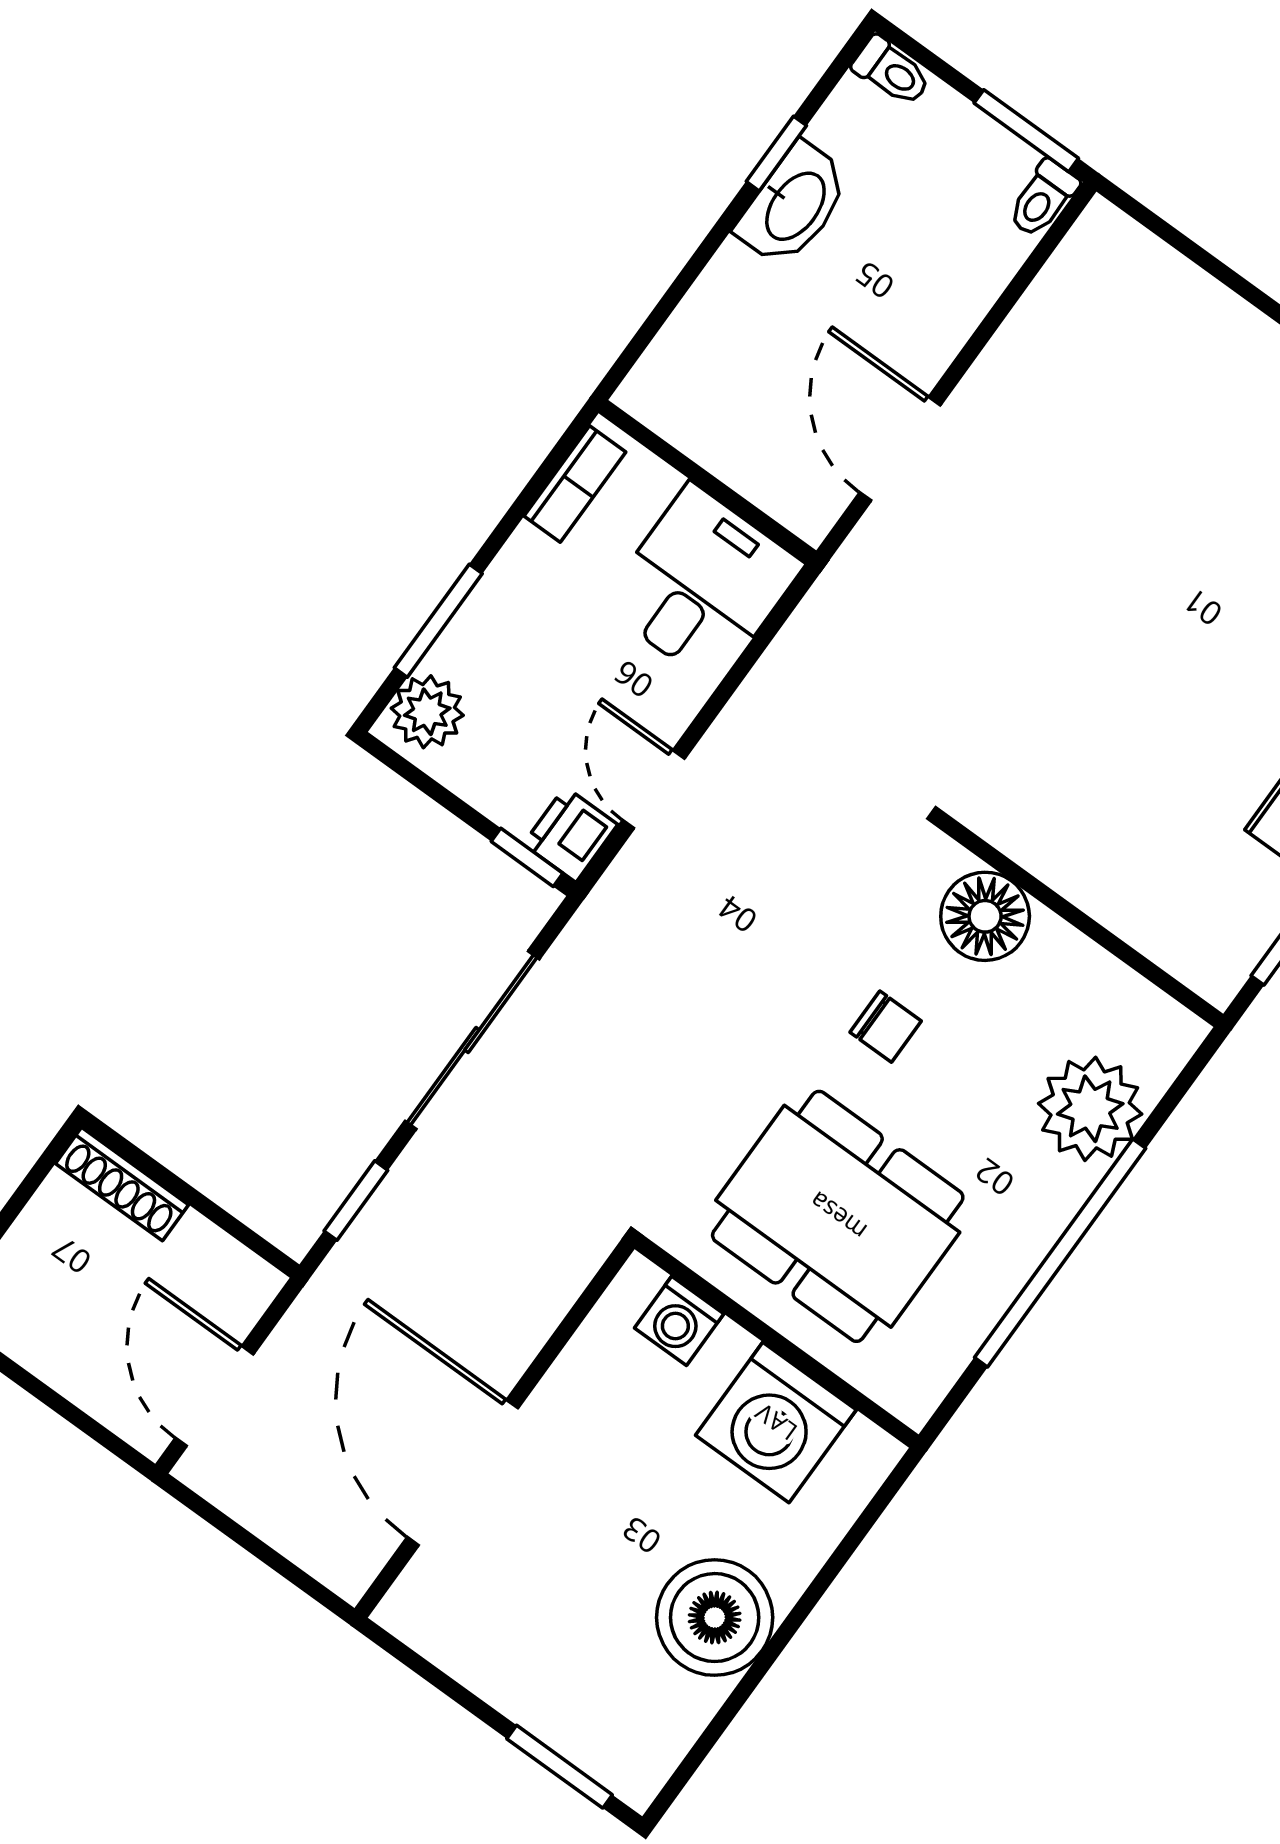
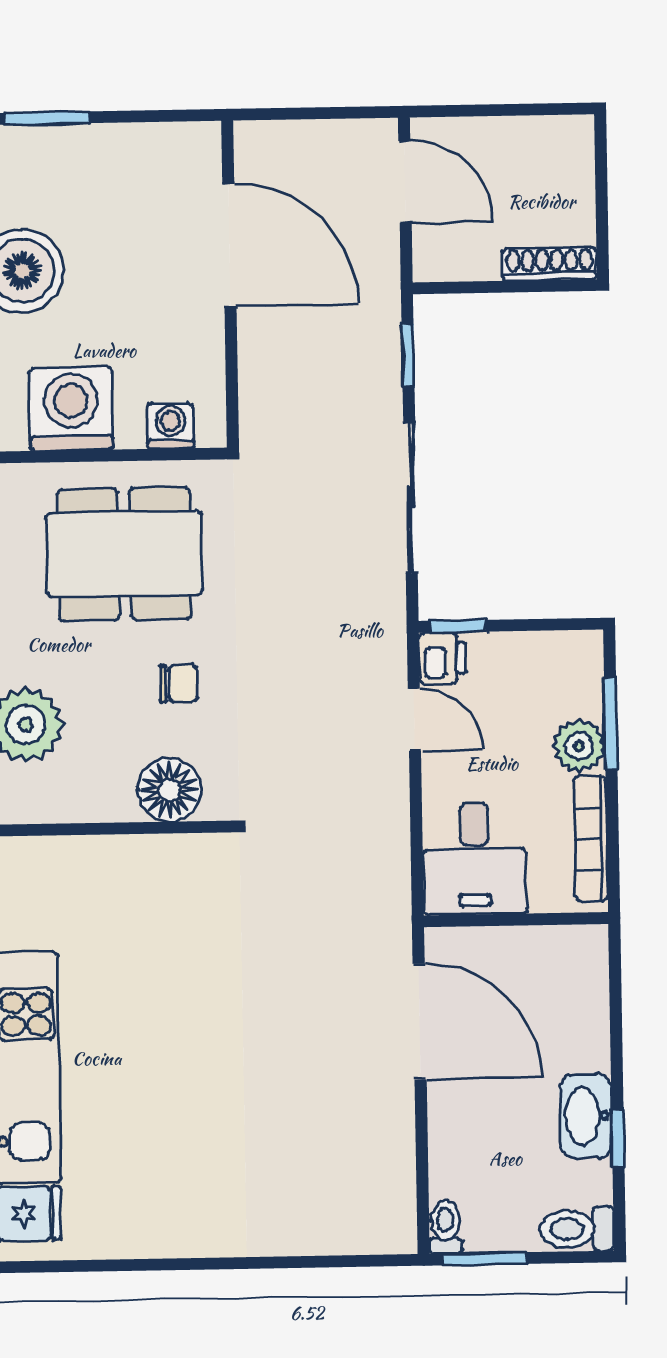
toilet: (892, 71) -> (577, 1229), width x1.37, depth x1.39
door: (900, 449) -> (420, 1022), width x1.36
bookcase: (575, 484) -> (591, 839), width x1.56
plant: (427, 712) -> (579, 746), moved
chair: (886, 1027) -> (179, 684), turned 180

